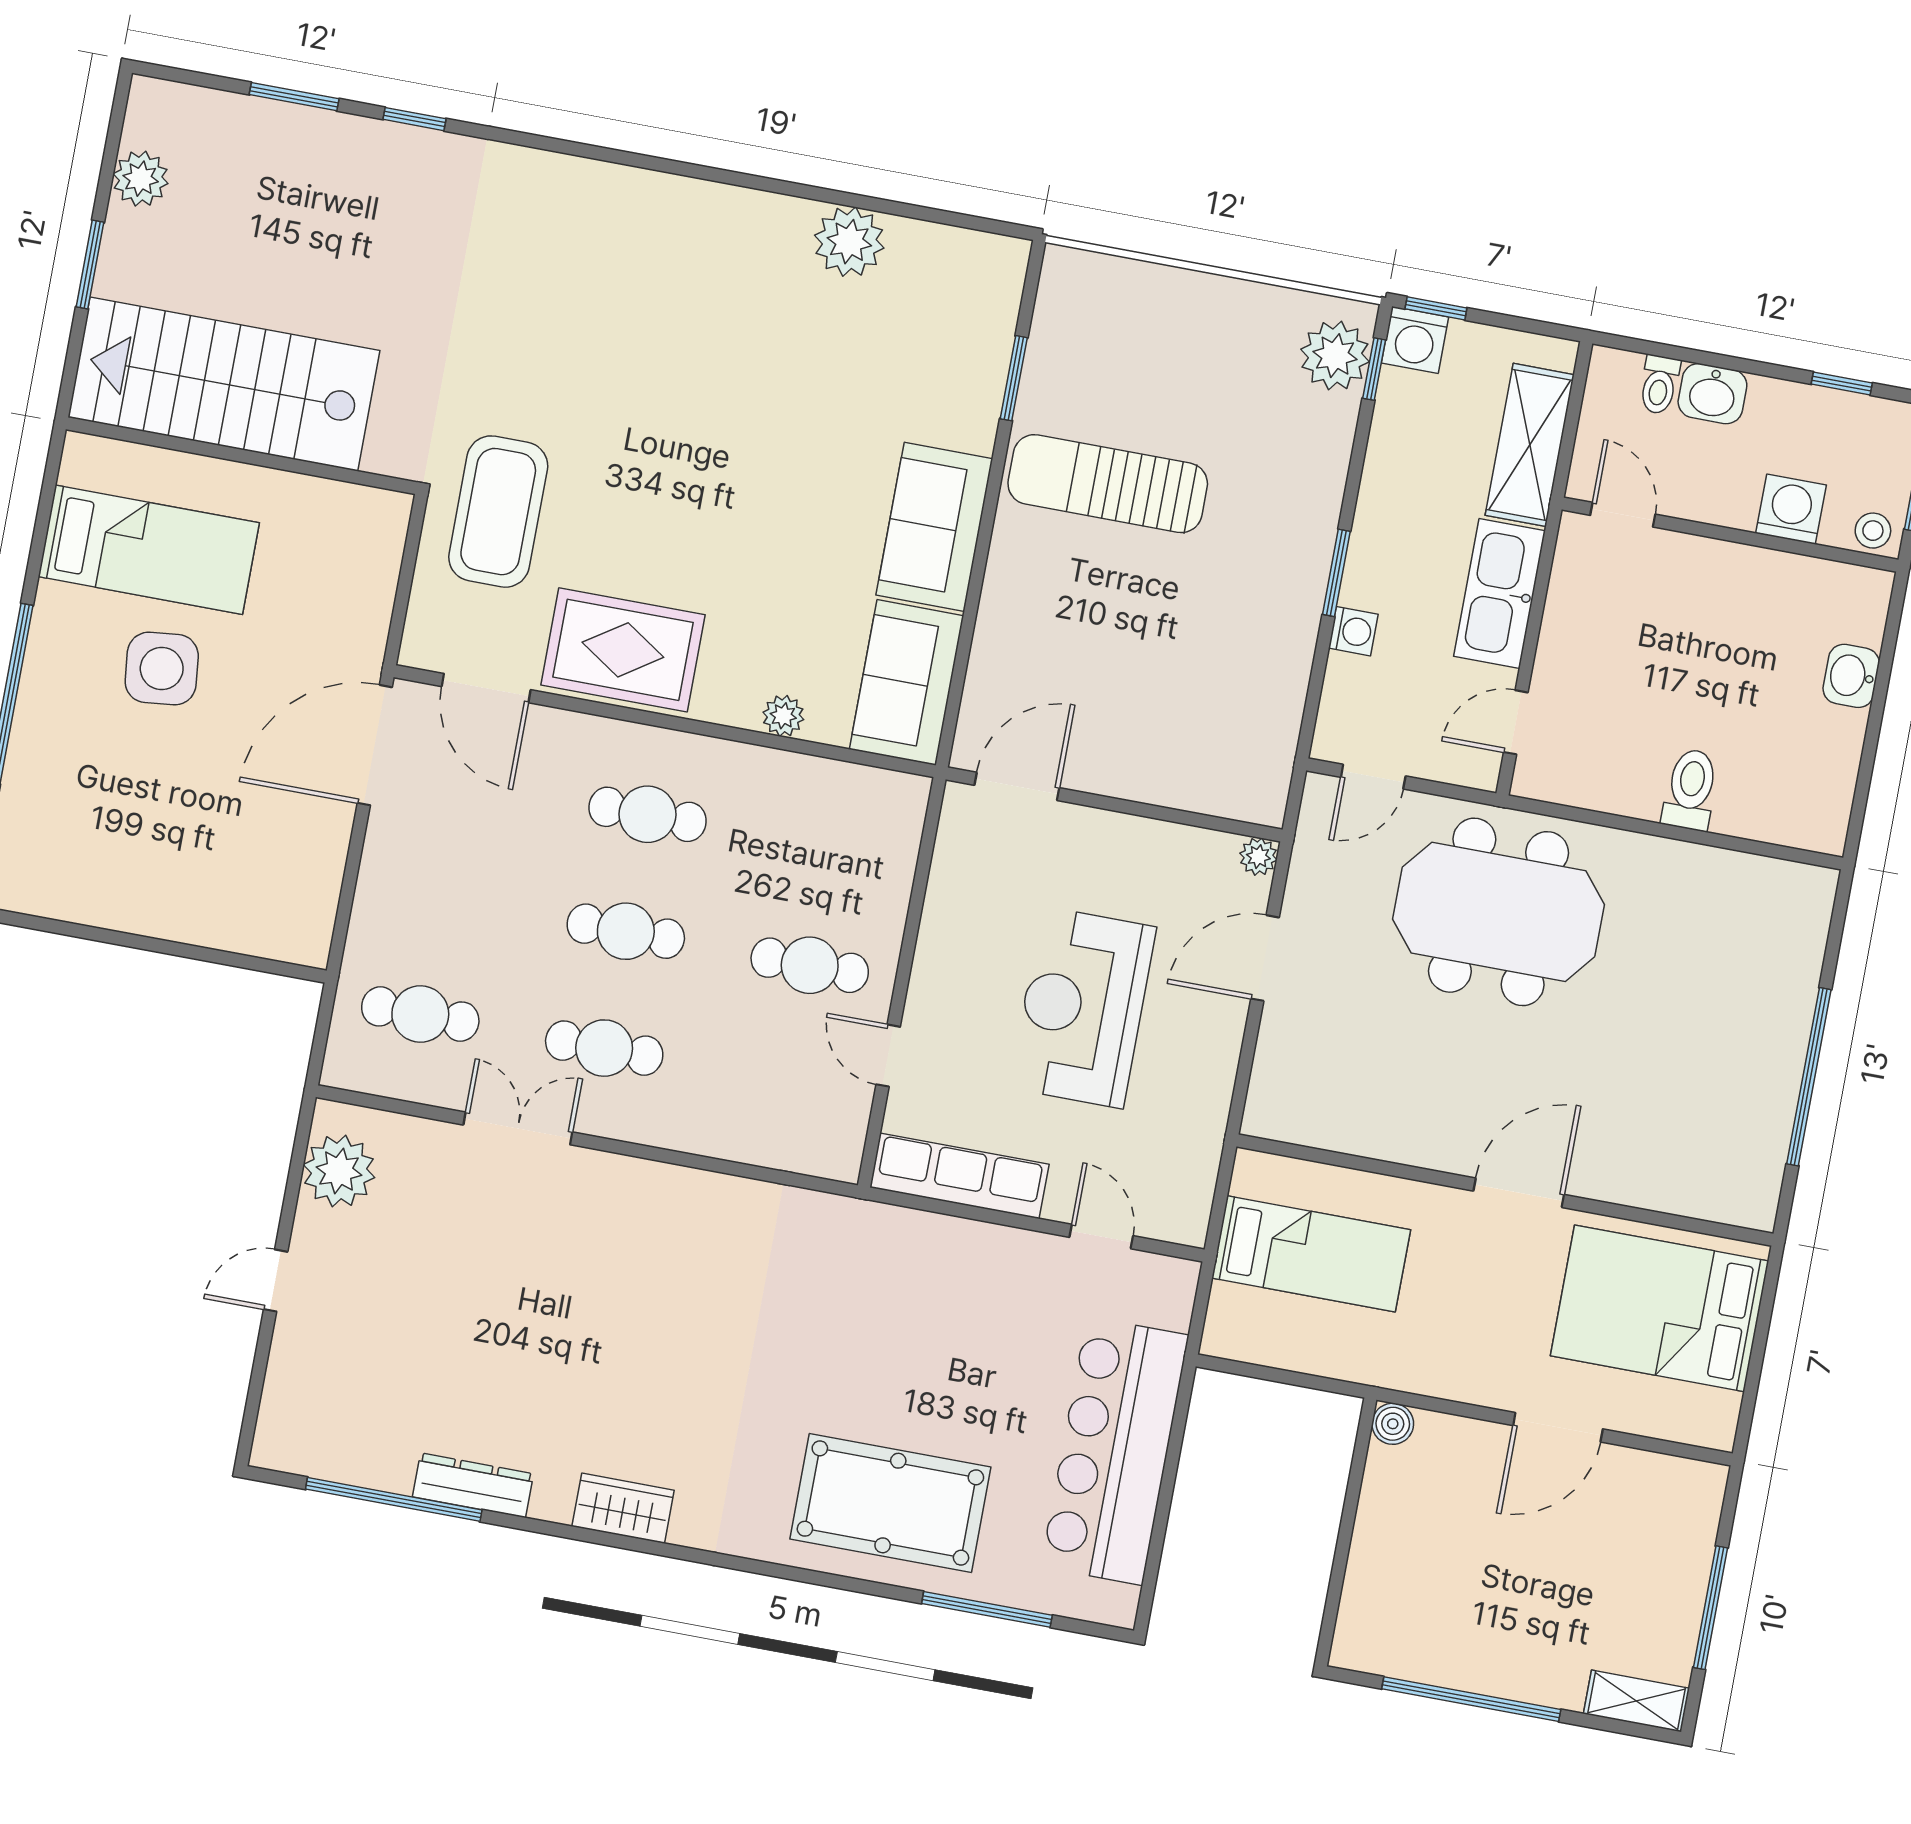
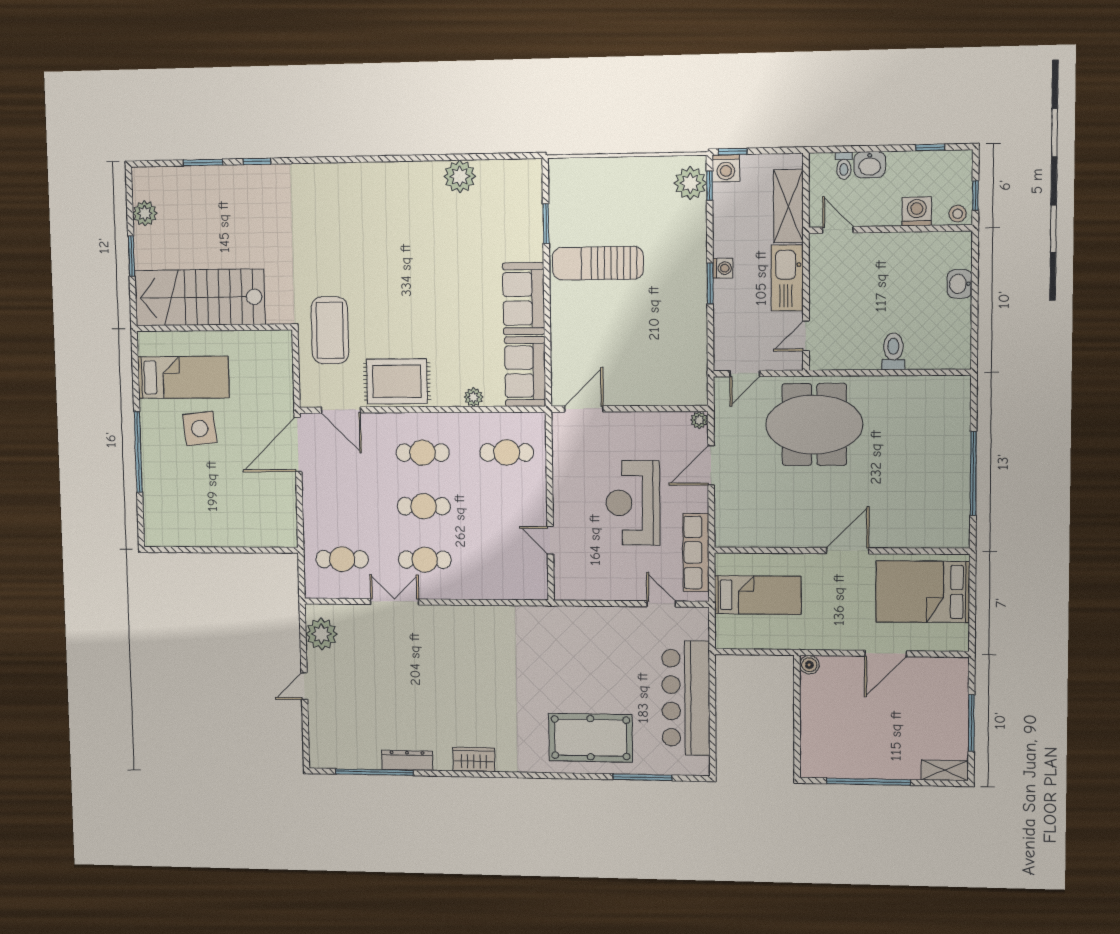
washing machine: (1353, 631) -> (723, 268), moved
cafe table: (810, 965) -> (507, 452), moved
row of seats: (959, 1176) -> (696, 553), moved, turned -90

